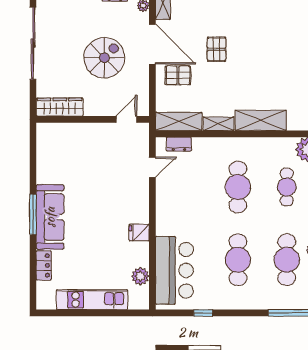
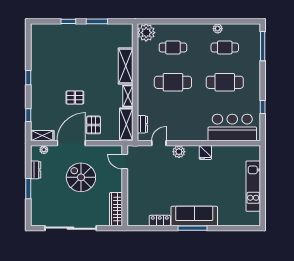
door: (152, 167) -> (159, 143), hinge flipped
cafe table: (287, 260) -> (225, 48), width x0.73, depth x0.74
locker: (44, 265) -> (160, 221), moved
plant: (140, 276) -> (179, 152), moved

